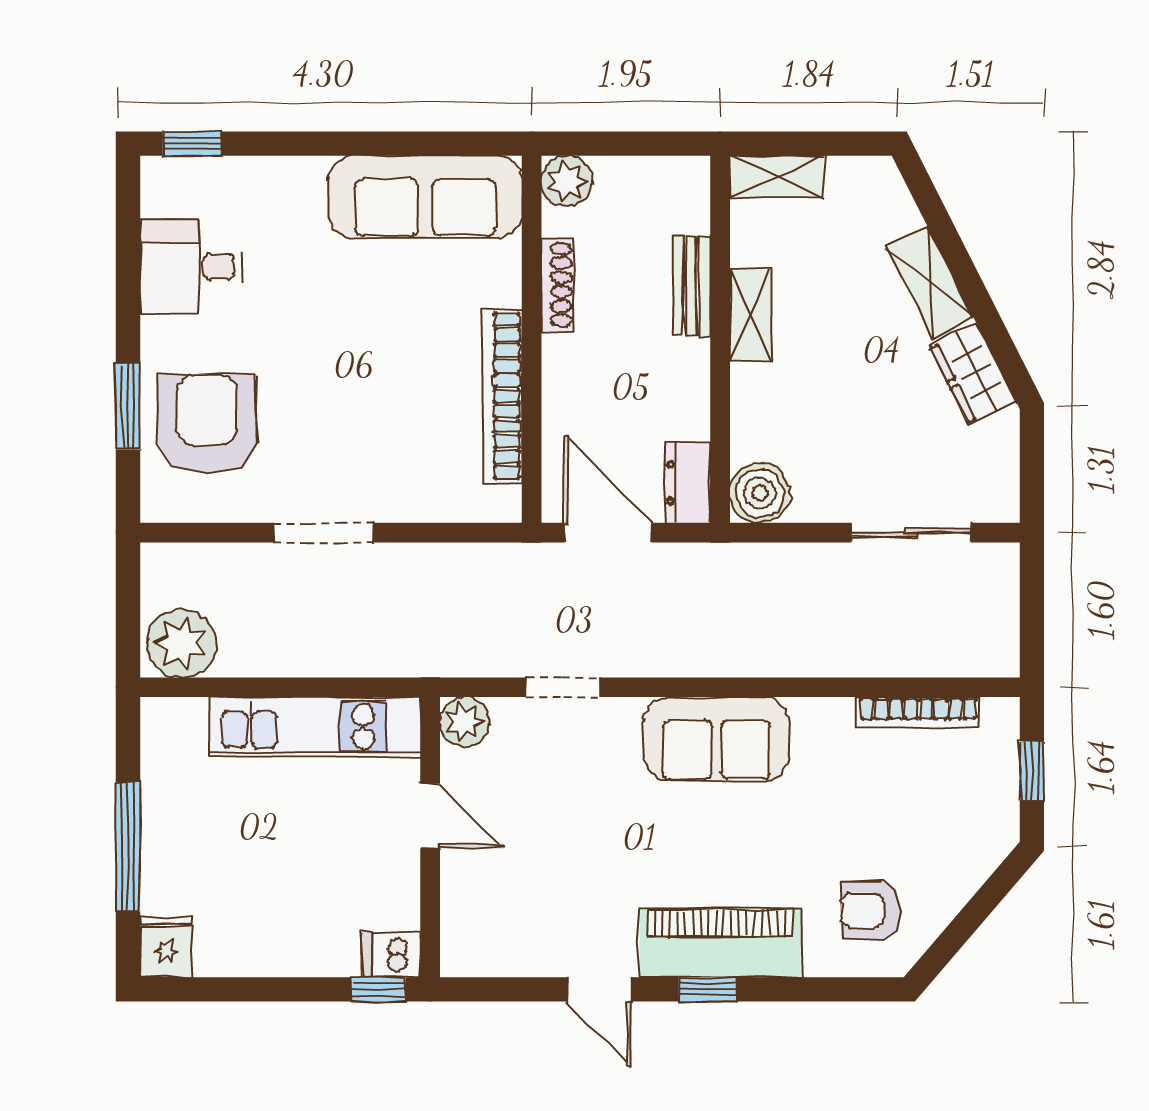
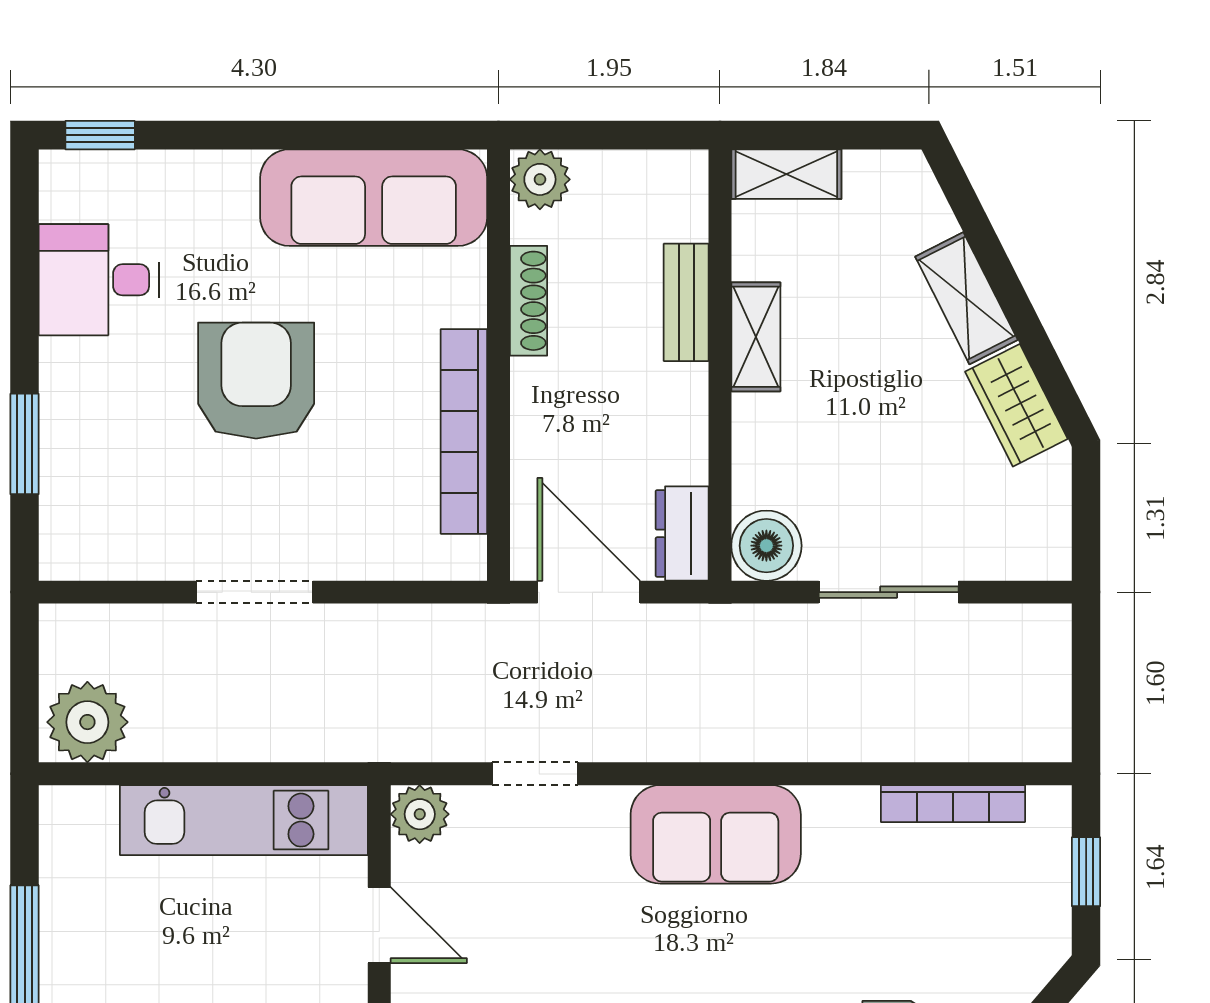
armchair: (207, 424) -> (256, 381), moved
sliding door: (911, 533) -> (889, 592), moved

